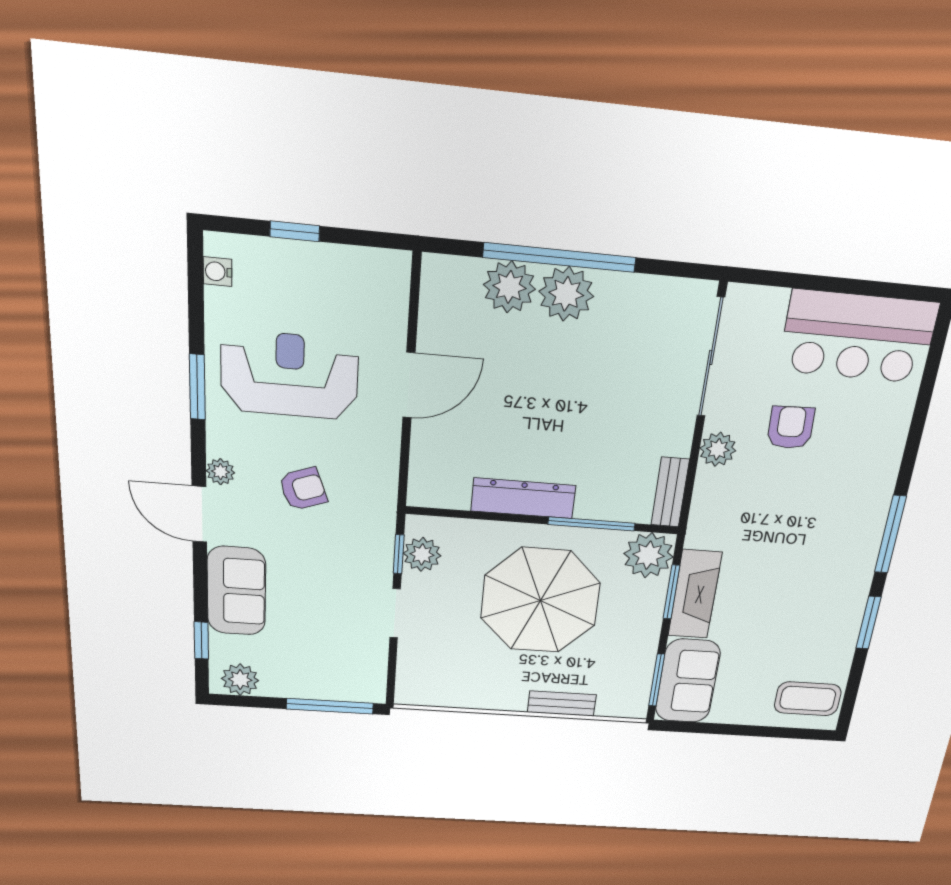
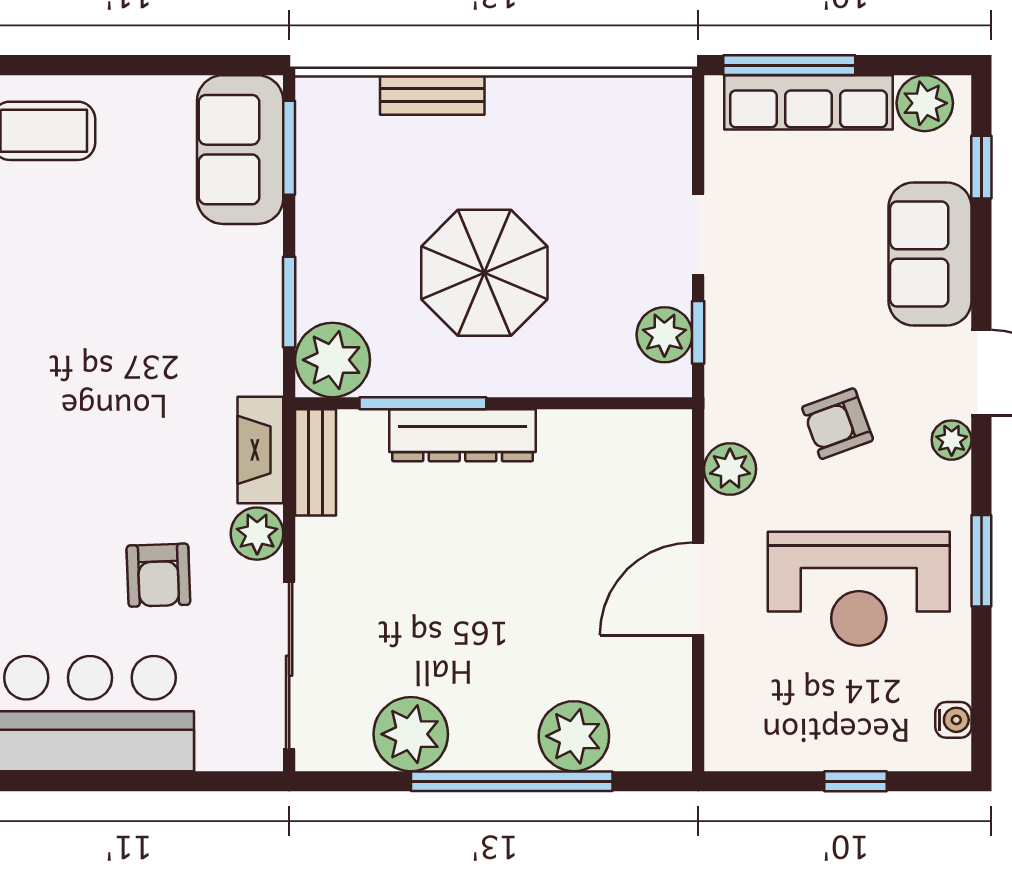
plant: (566, 294) -> (411, 734), moved
plant: (381, 465) -> (730, 469), added
dresser: (523, 498) -> (463, 435), moved
fireplace: (695, 594) -> (260, 450), moved, width x0.73, depth x0.76
parasol: (540, 600) -> (484, 273), width x0.73, depth x0.73
row of seats: (318, 685) -> (808, 102), added

